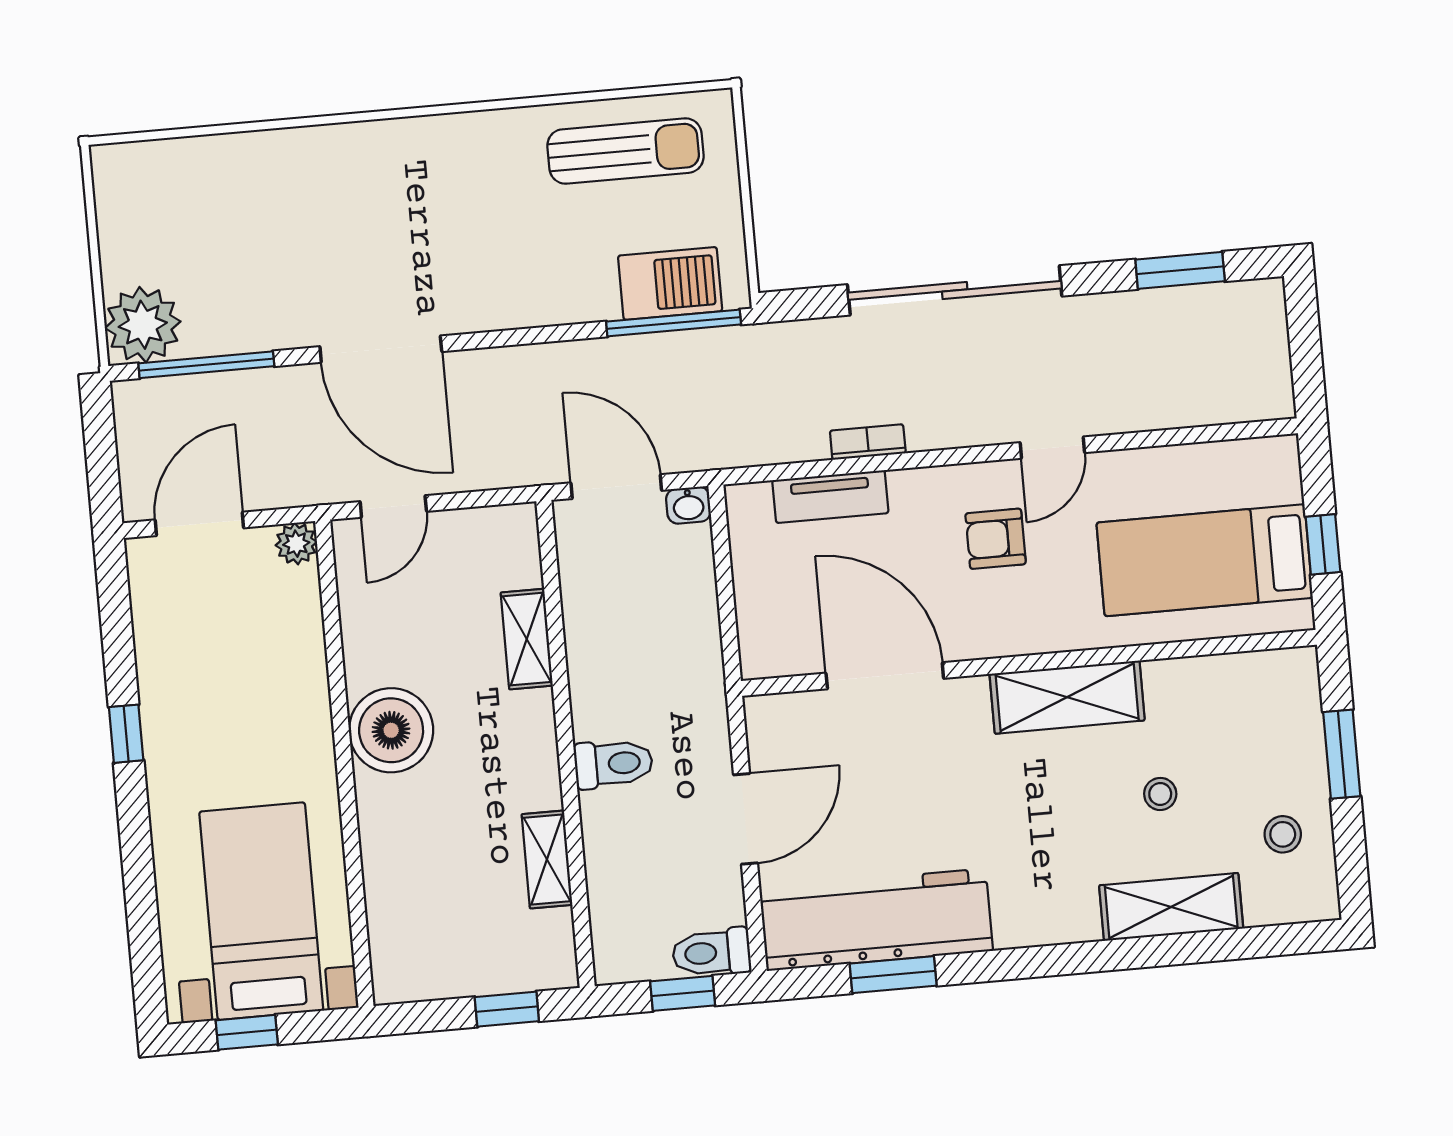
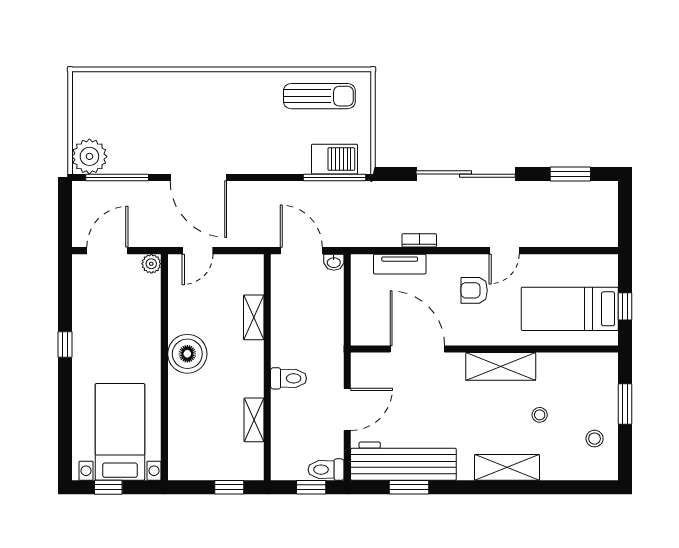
shelving: (1171, 907) -> (507, 467), moved

